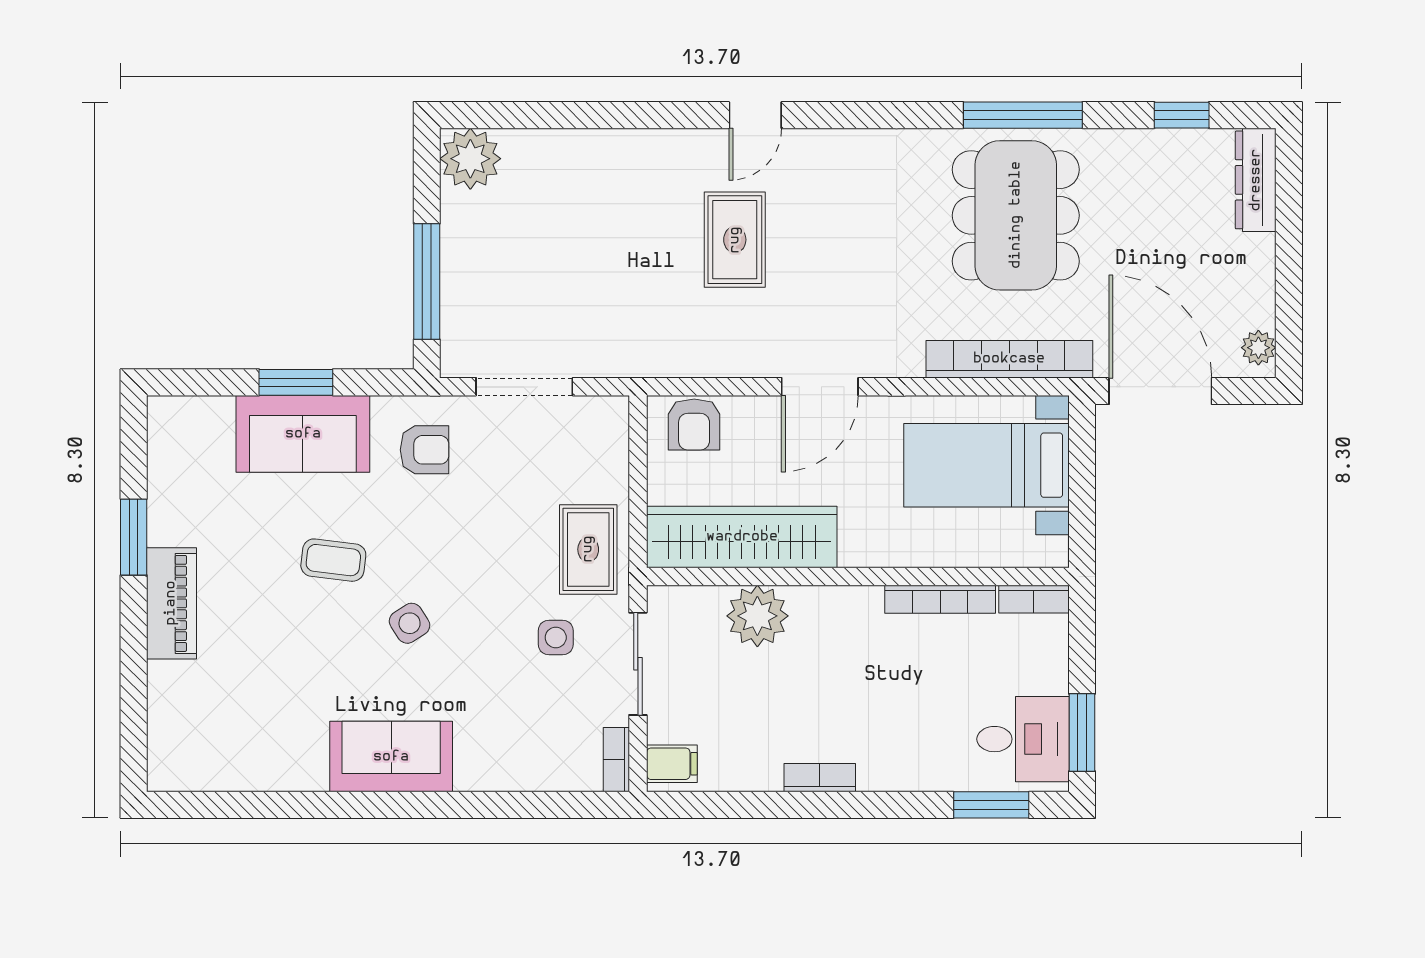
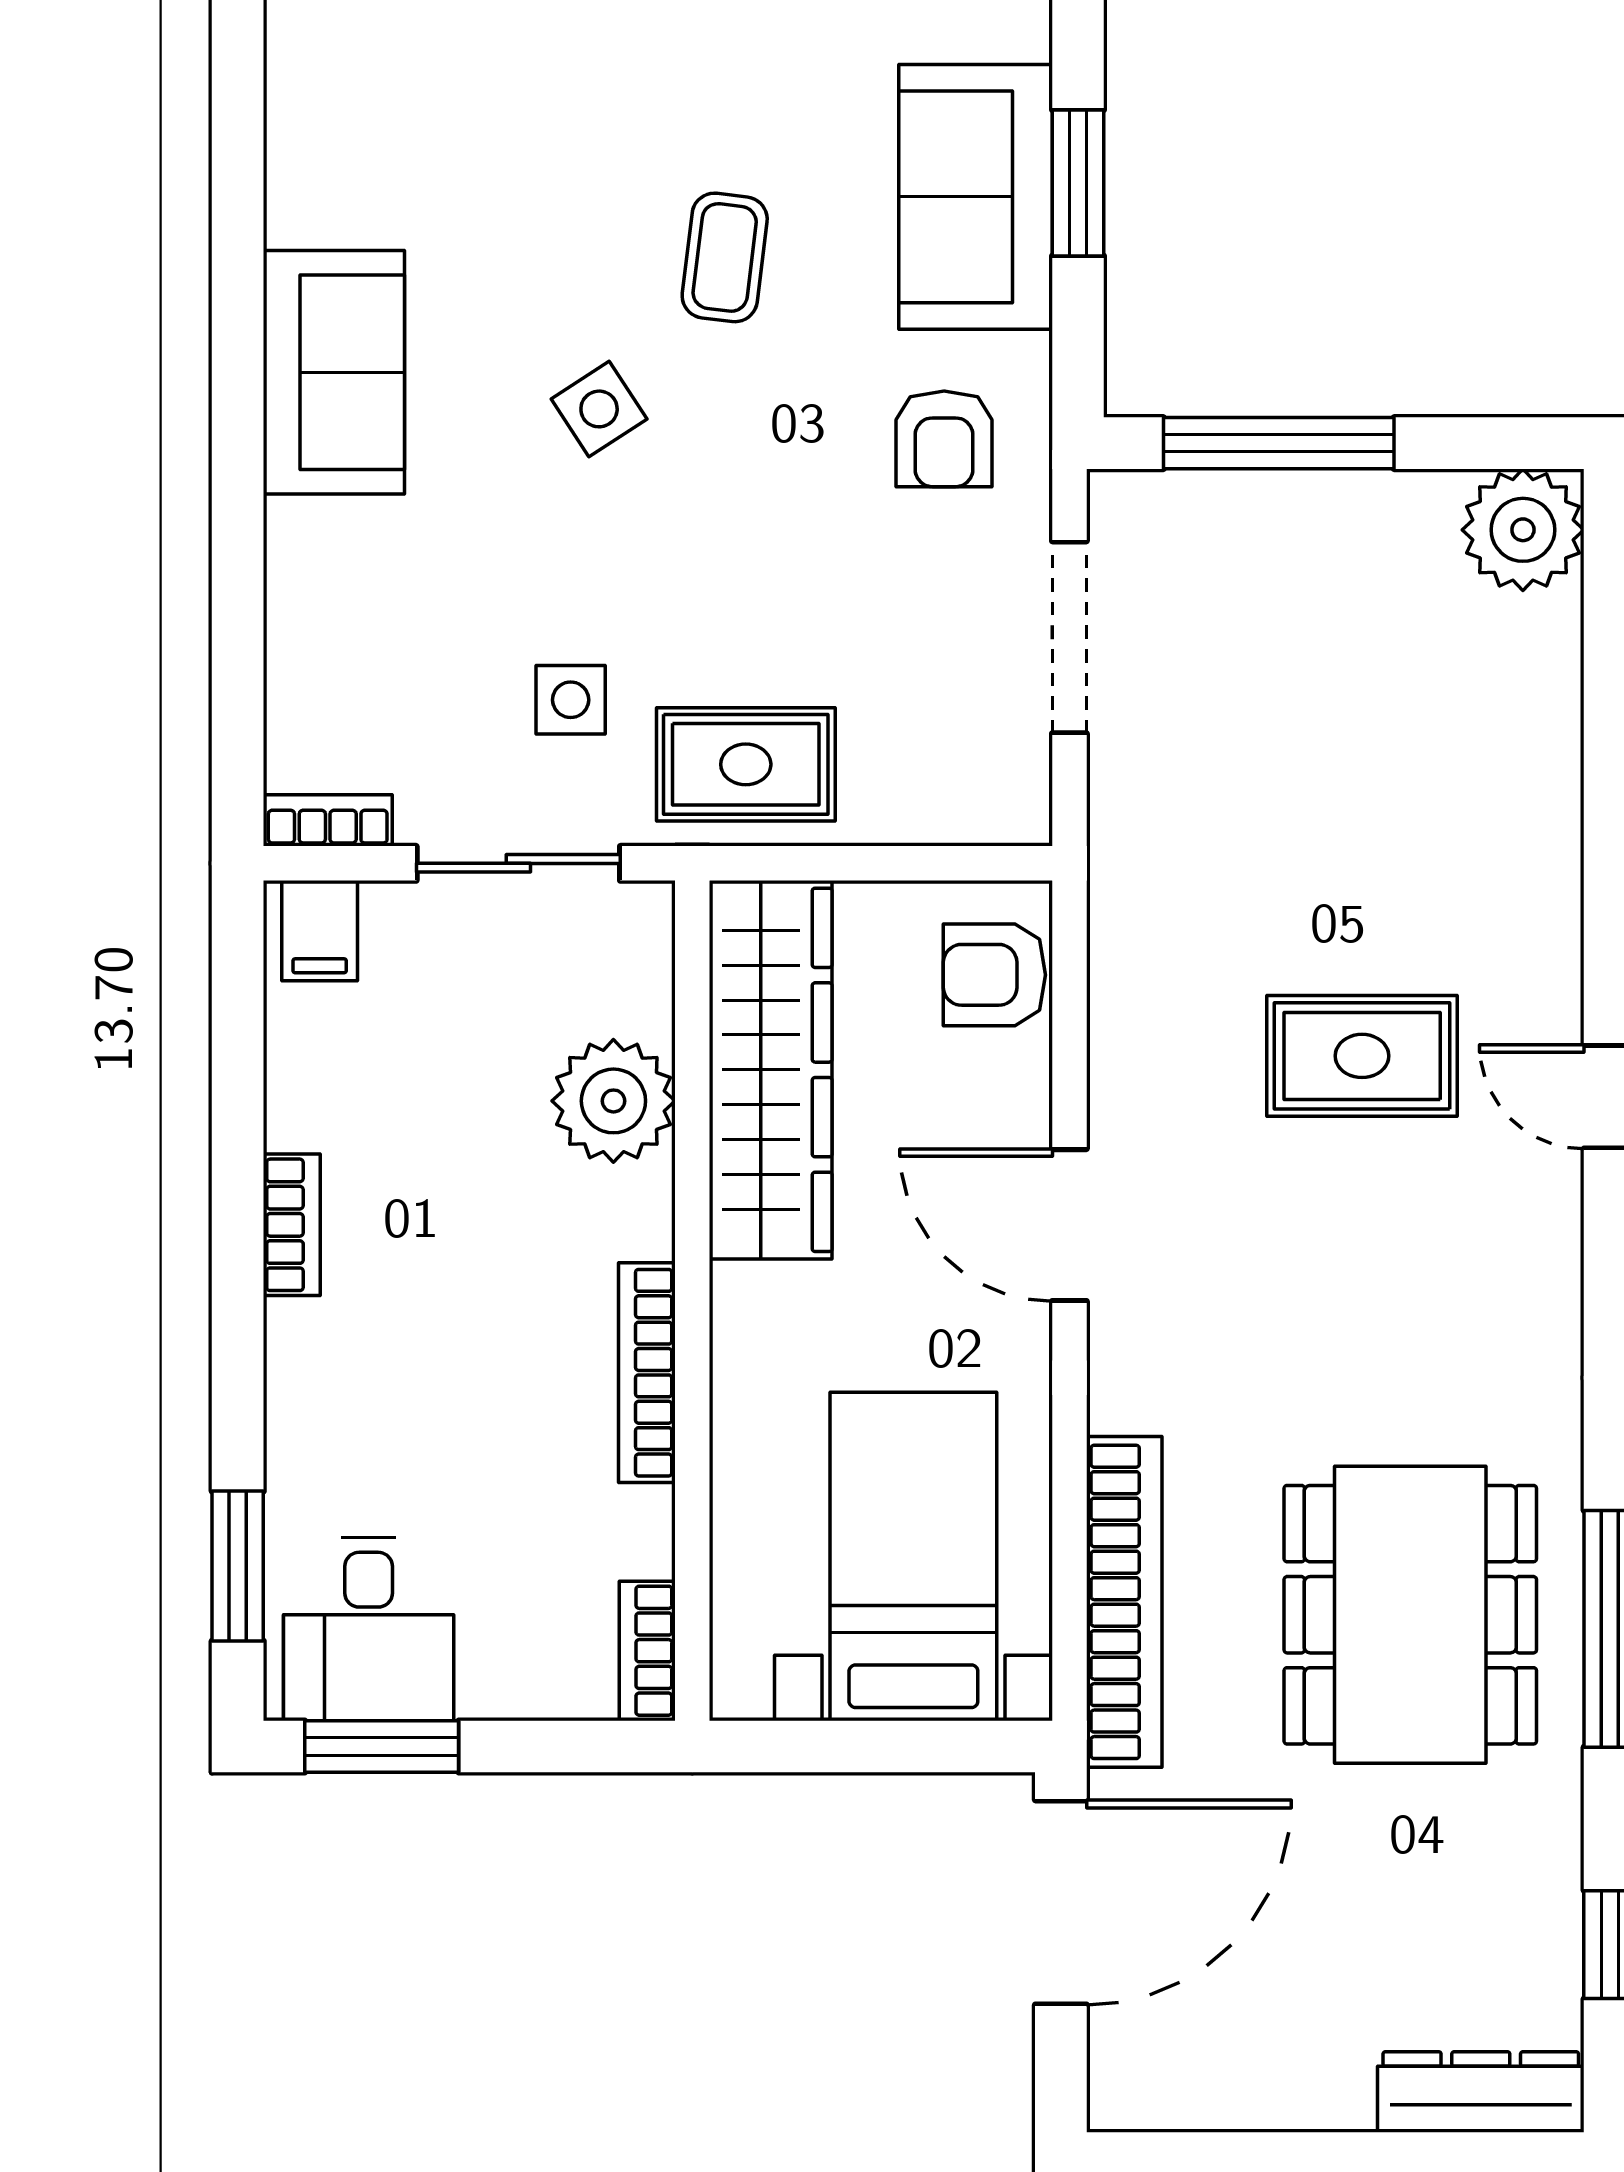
dining table: (1016, 215) -> (1410, 1615), turned 90
plant: (1258, 348) -> (1147, 2098), removed
bookcase: (940, 599) -> (647, 1373), moved

